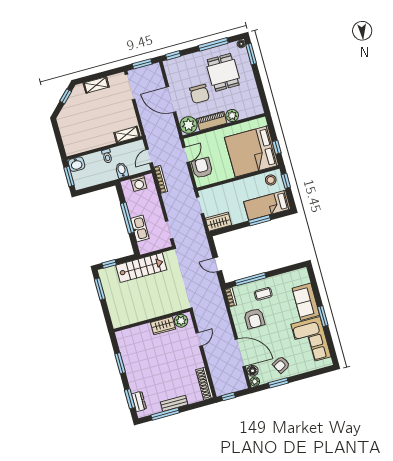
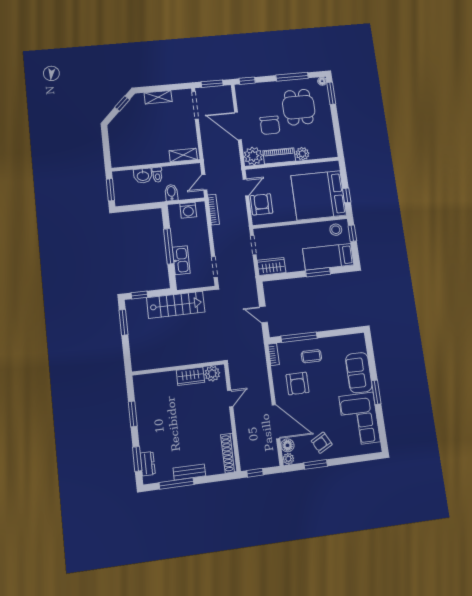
washbasin: (76, 164) -> (143, 176), moved

